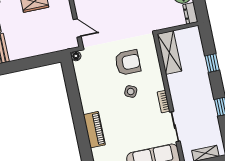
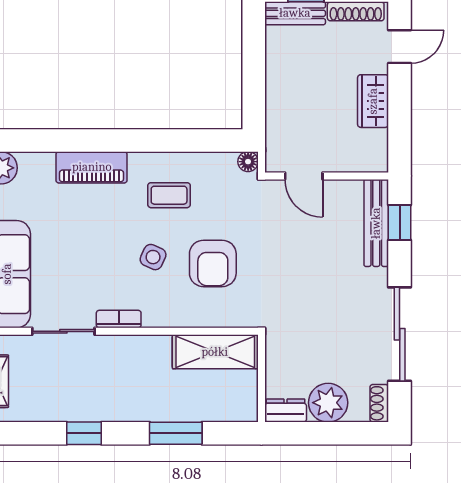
door: (77, 28) -> (304, 176), hinge flipped
window: (212, 63) -> (176, 433), width x1.50
coffee table: (100, 90) -> (169, 195), added

